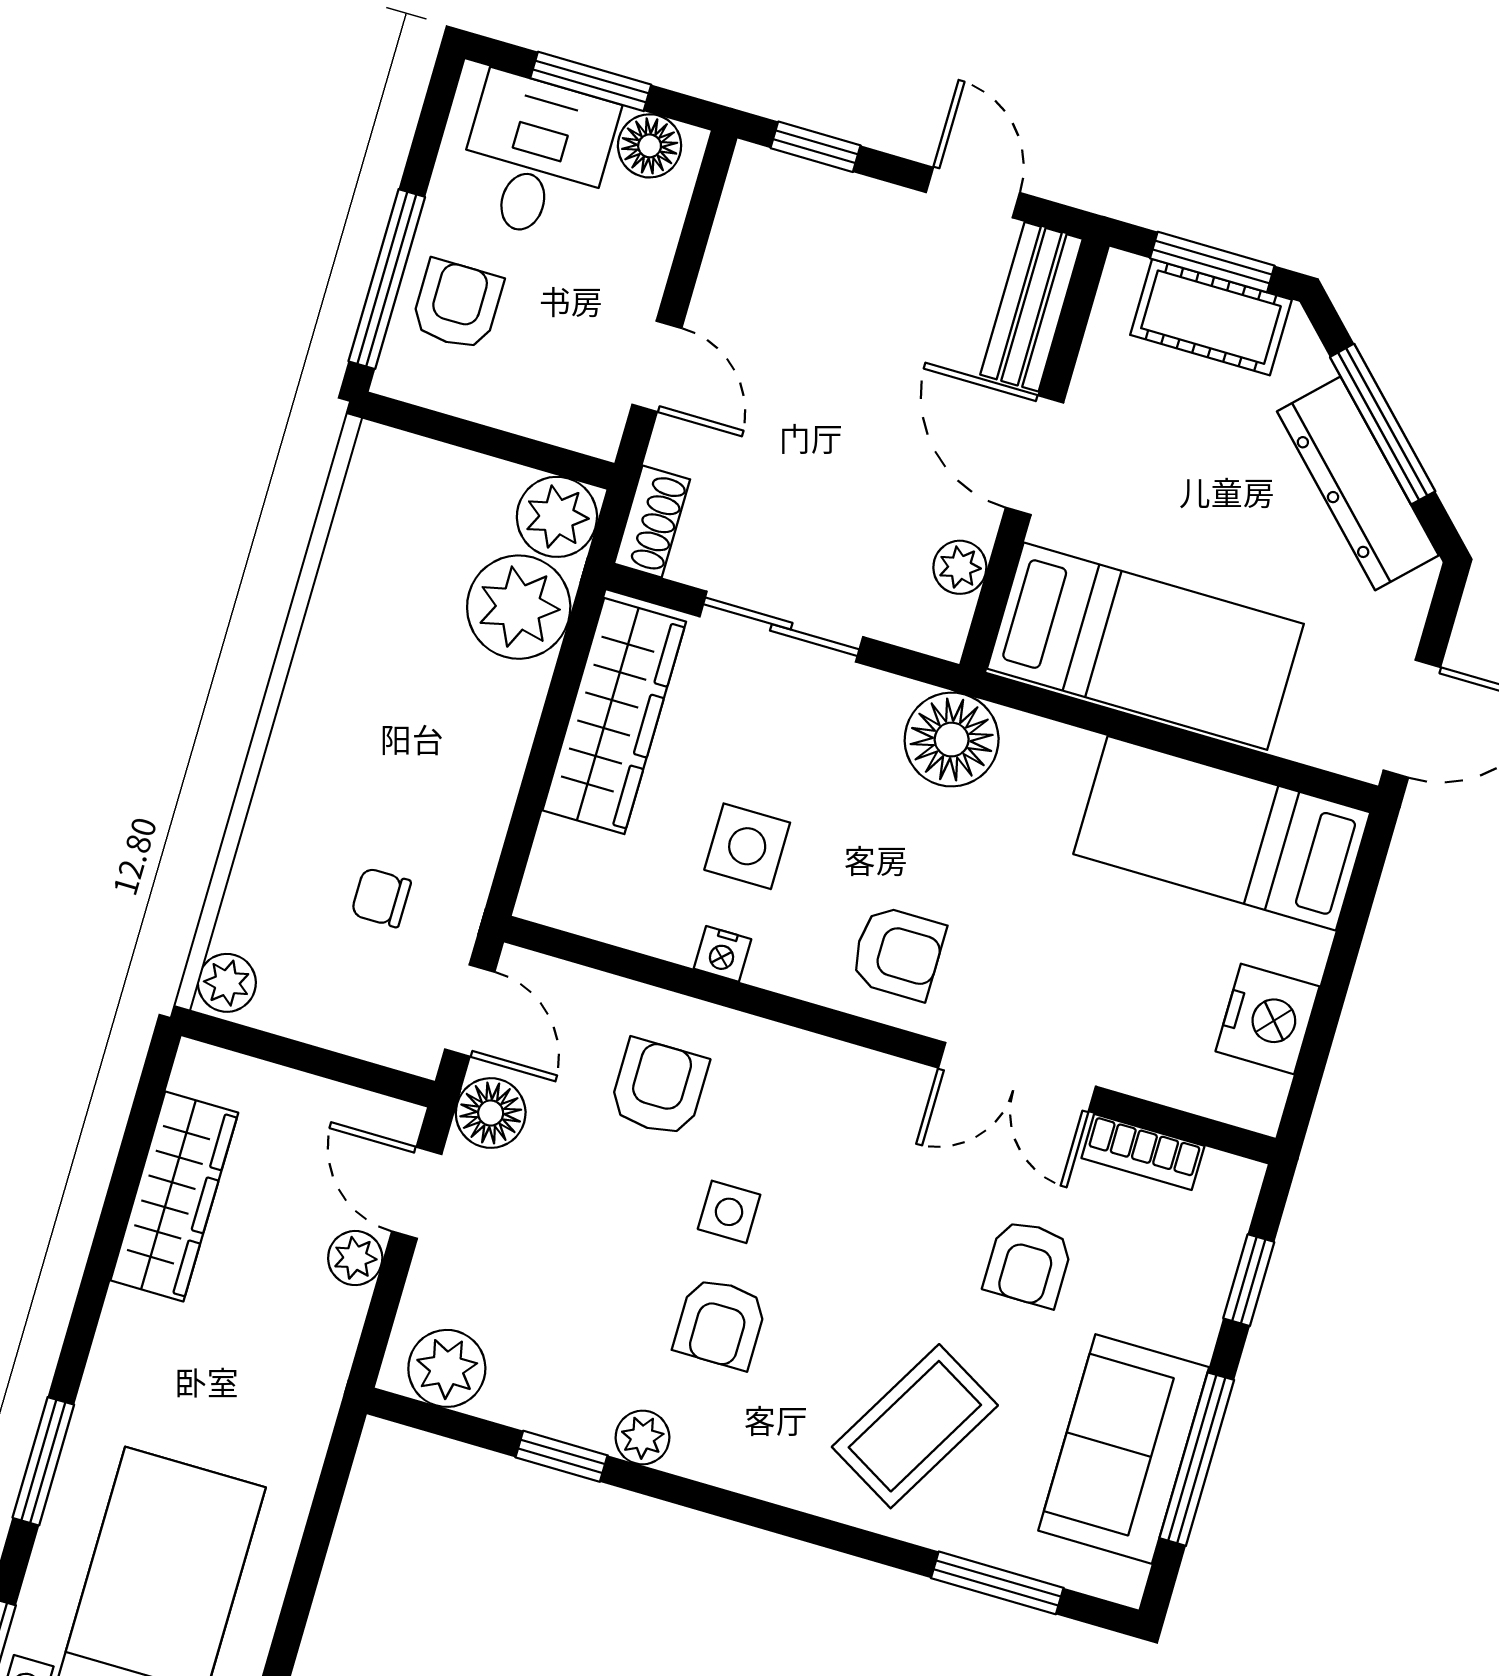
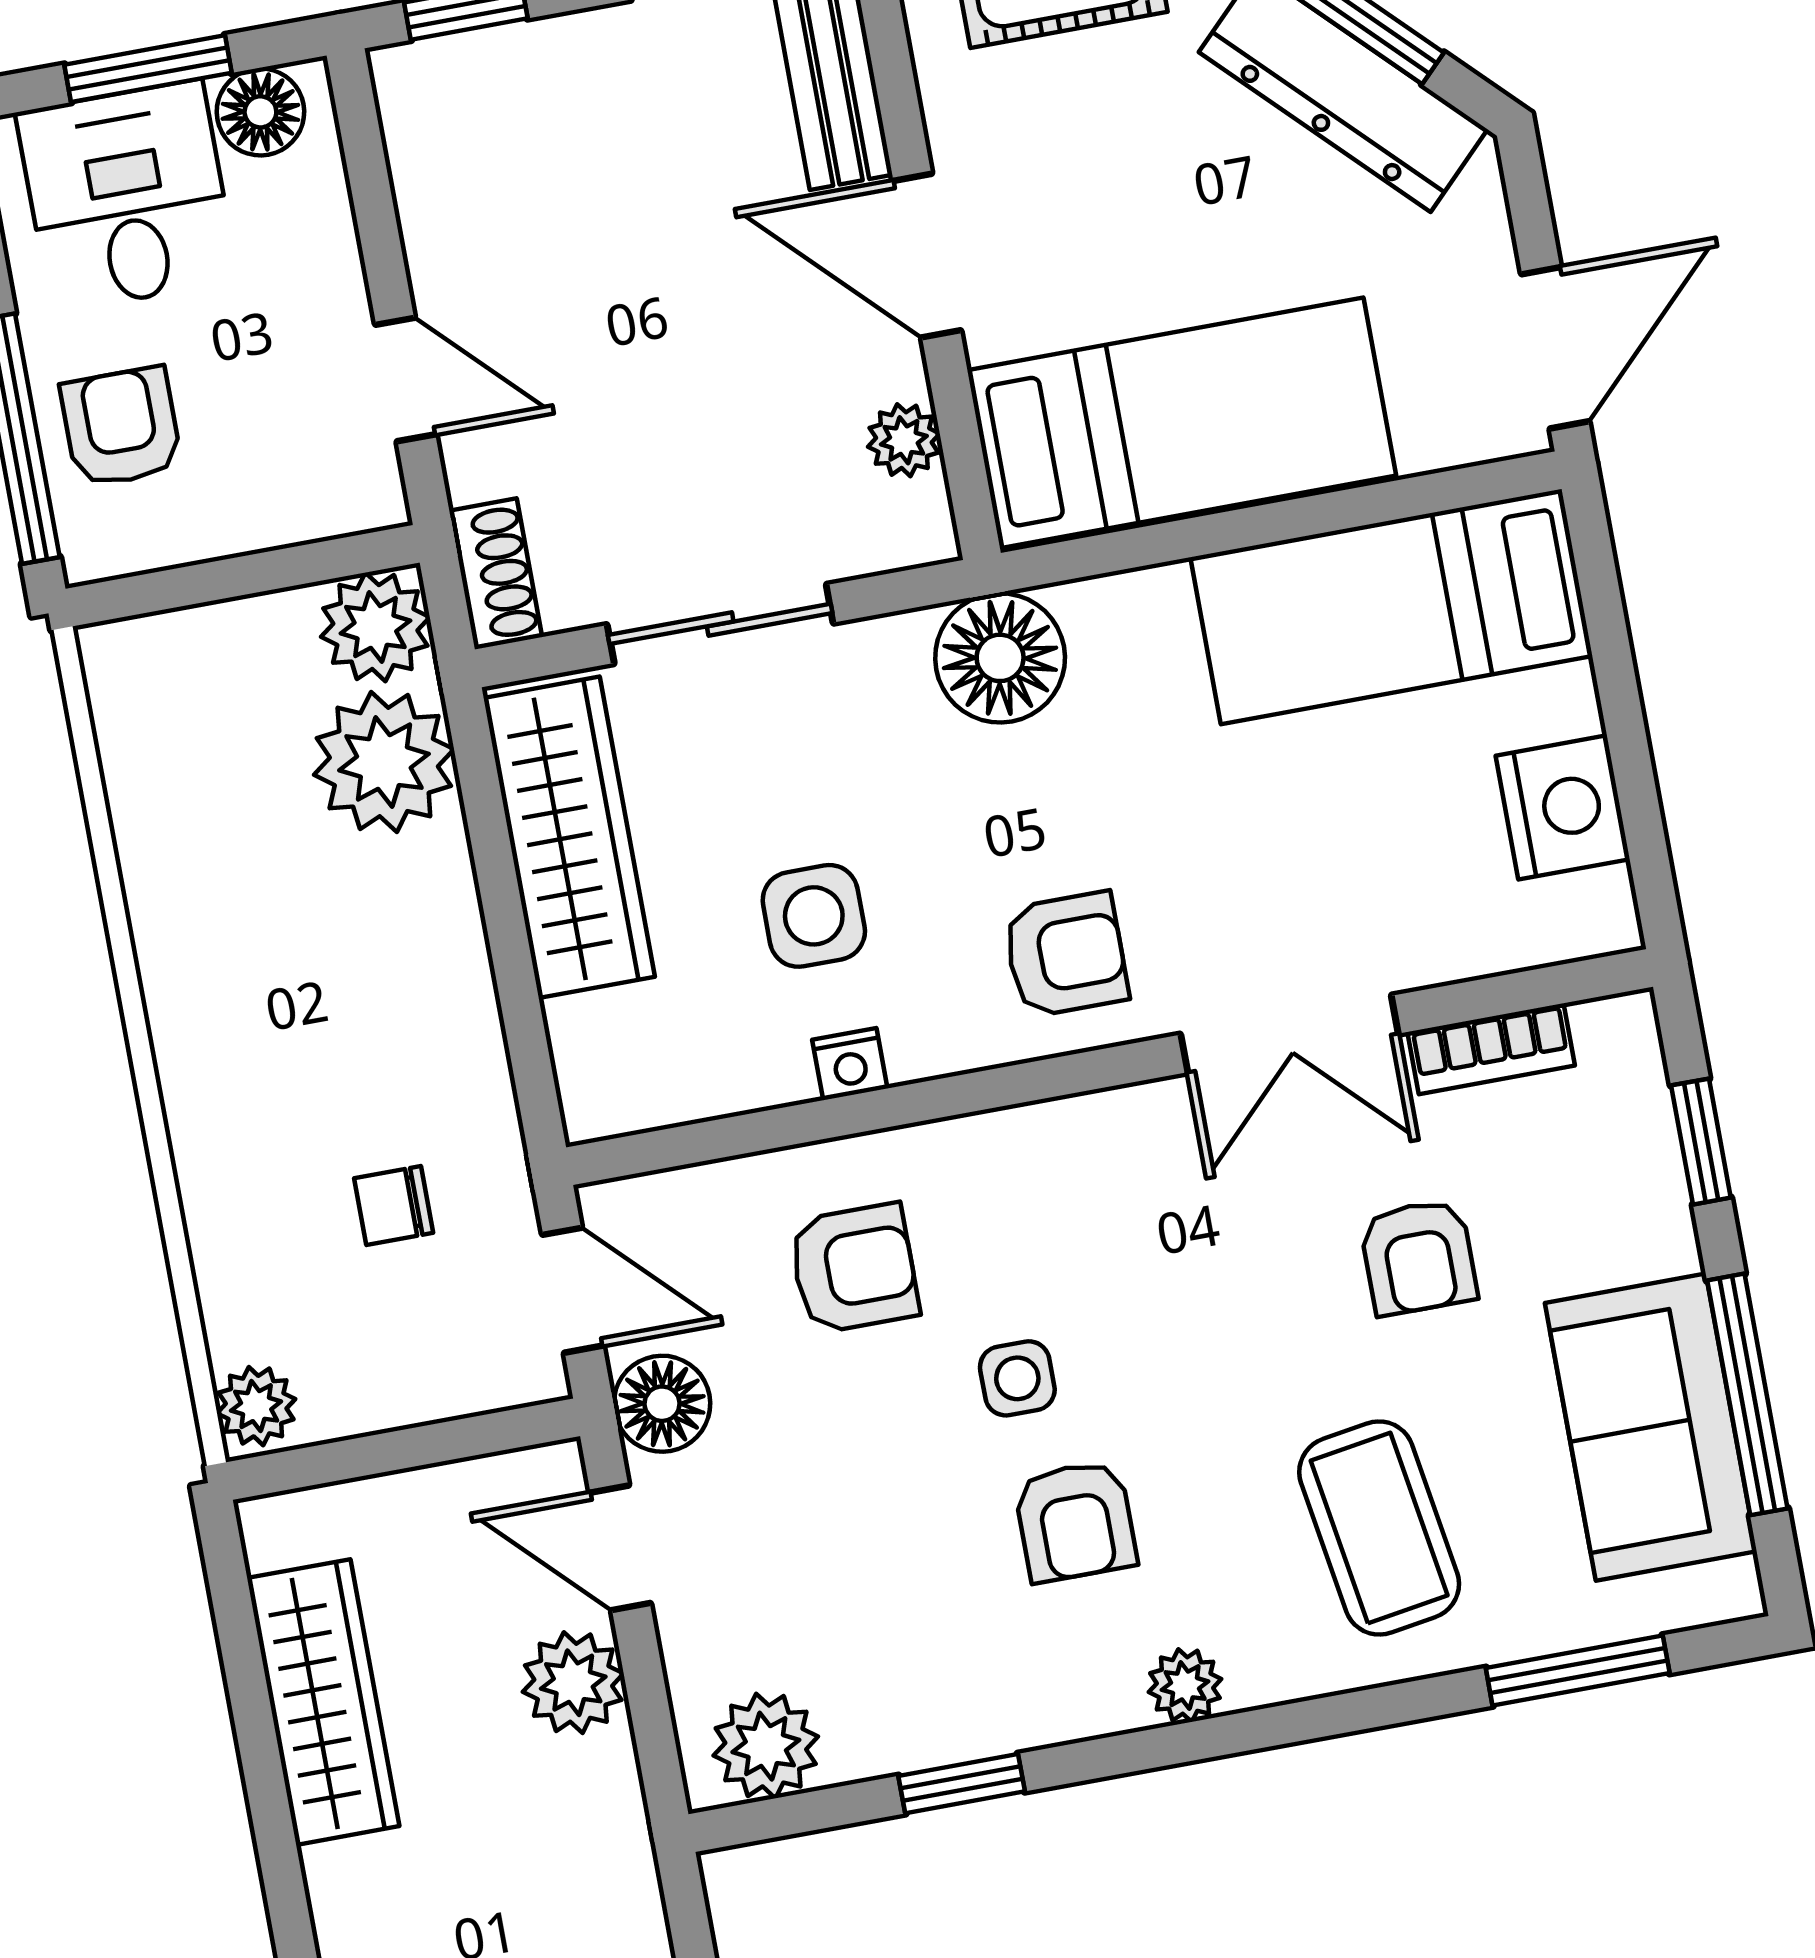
armchair: (659, 1088) -> (854, 1269), turned 90
plant: (355, 1258) -> (573, 1683), width x1.38, depth x1.38
coffee table: (915, 1426) -> (1379, 1528), turned -39
plant: (642, 1437) -> (1185, 1686), moved

